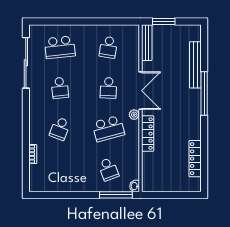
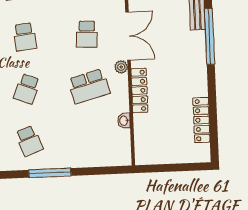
school desk: (108, 169) -> (29, 141), moved
washbasin: (135, 186) -> (124, 121), moved
window: (116, 195) -> (50, 173), moved

